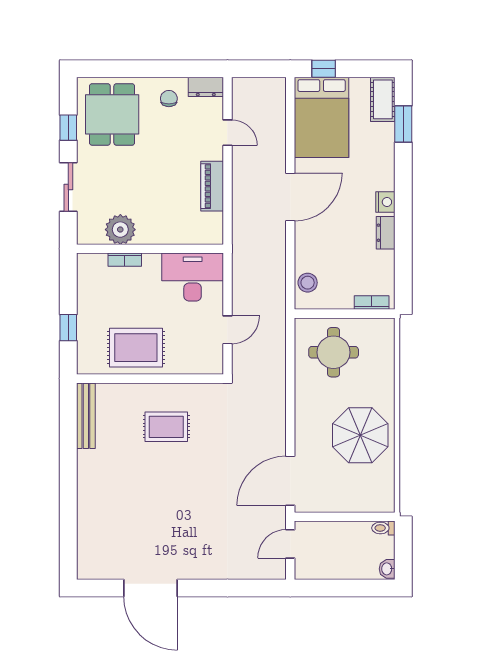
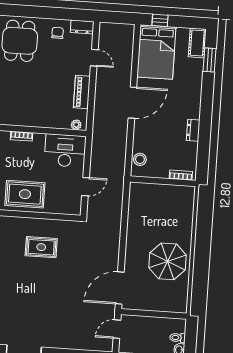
nightstand: (385, 202) -> (194, 110), removed
plant: (120, 230) -> (76, 125), moved, width x0.53, depth x0.53
round table: (334, 352) -> (154, 206), removed
toilet: (383, 528) -> (178, 338), moved

